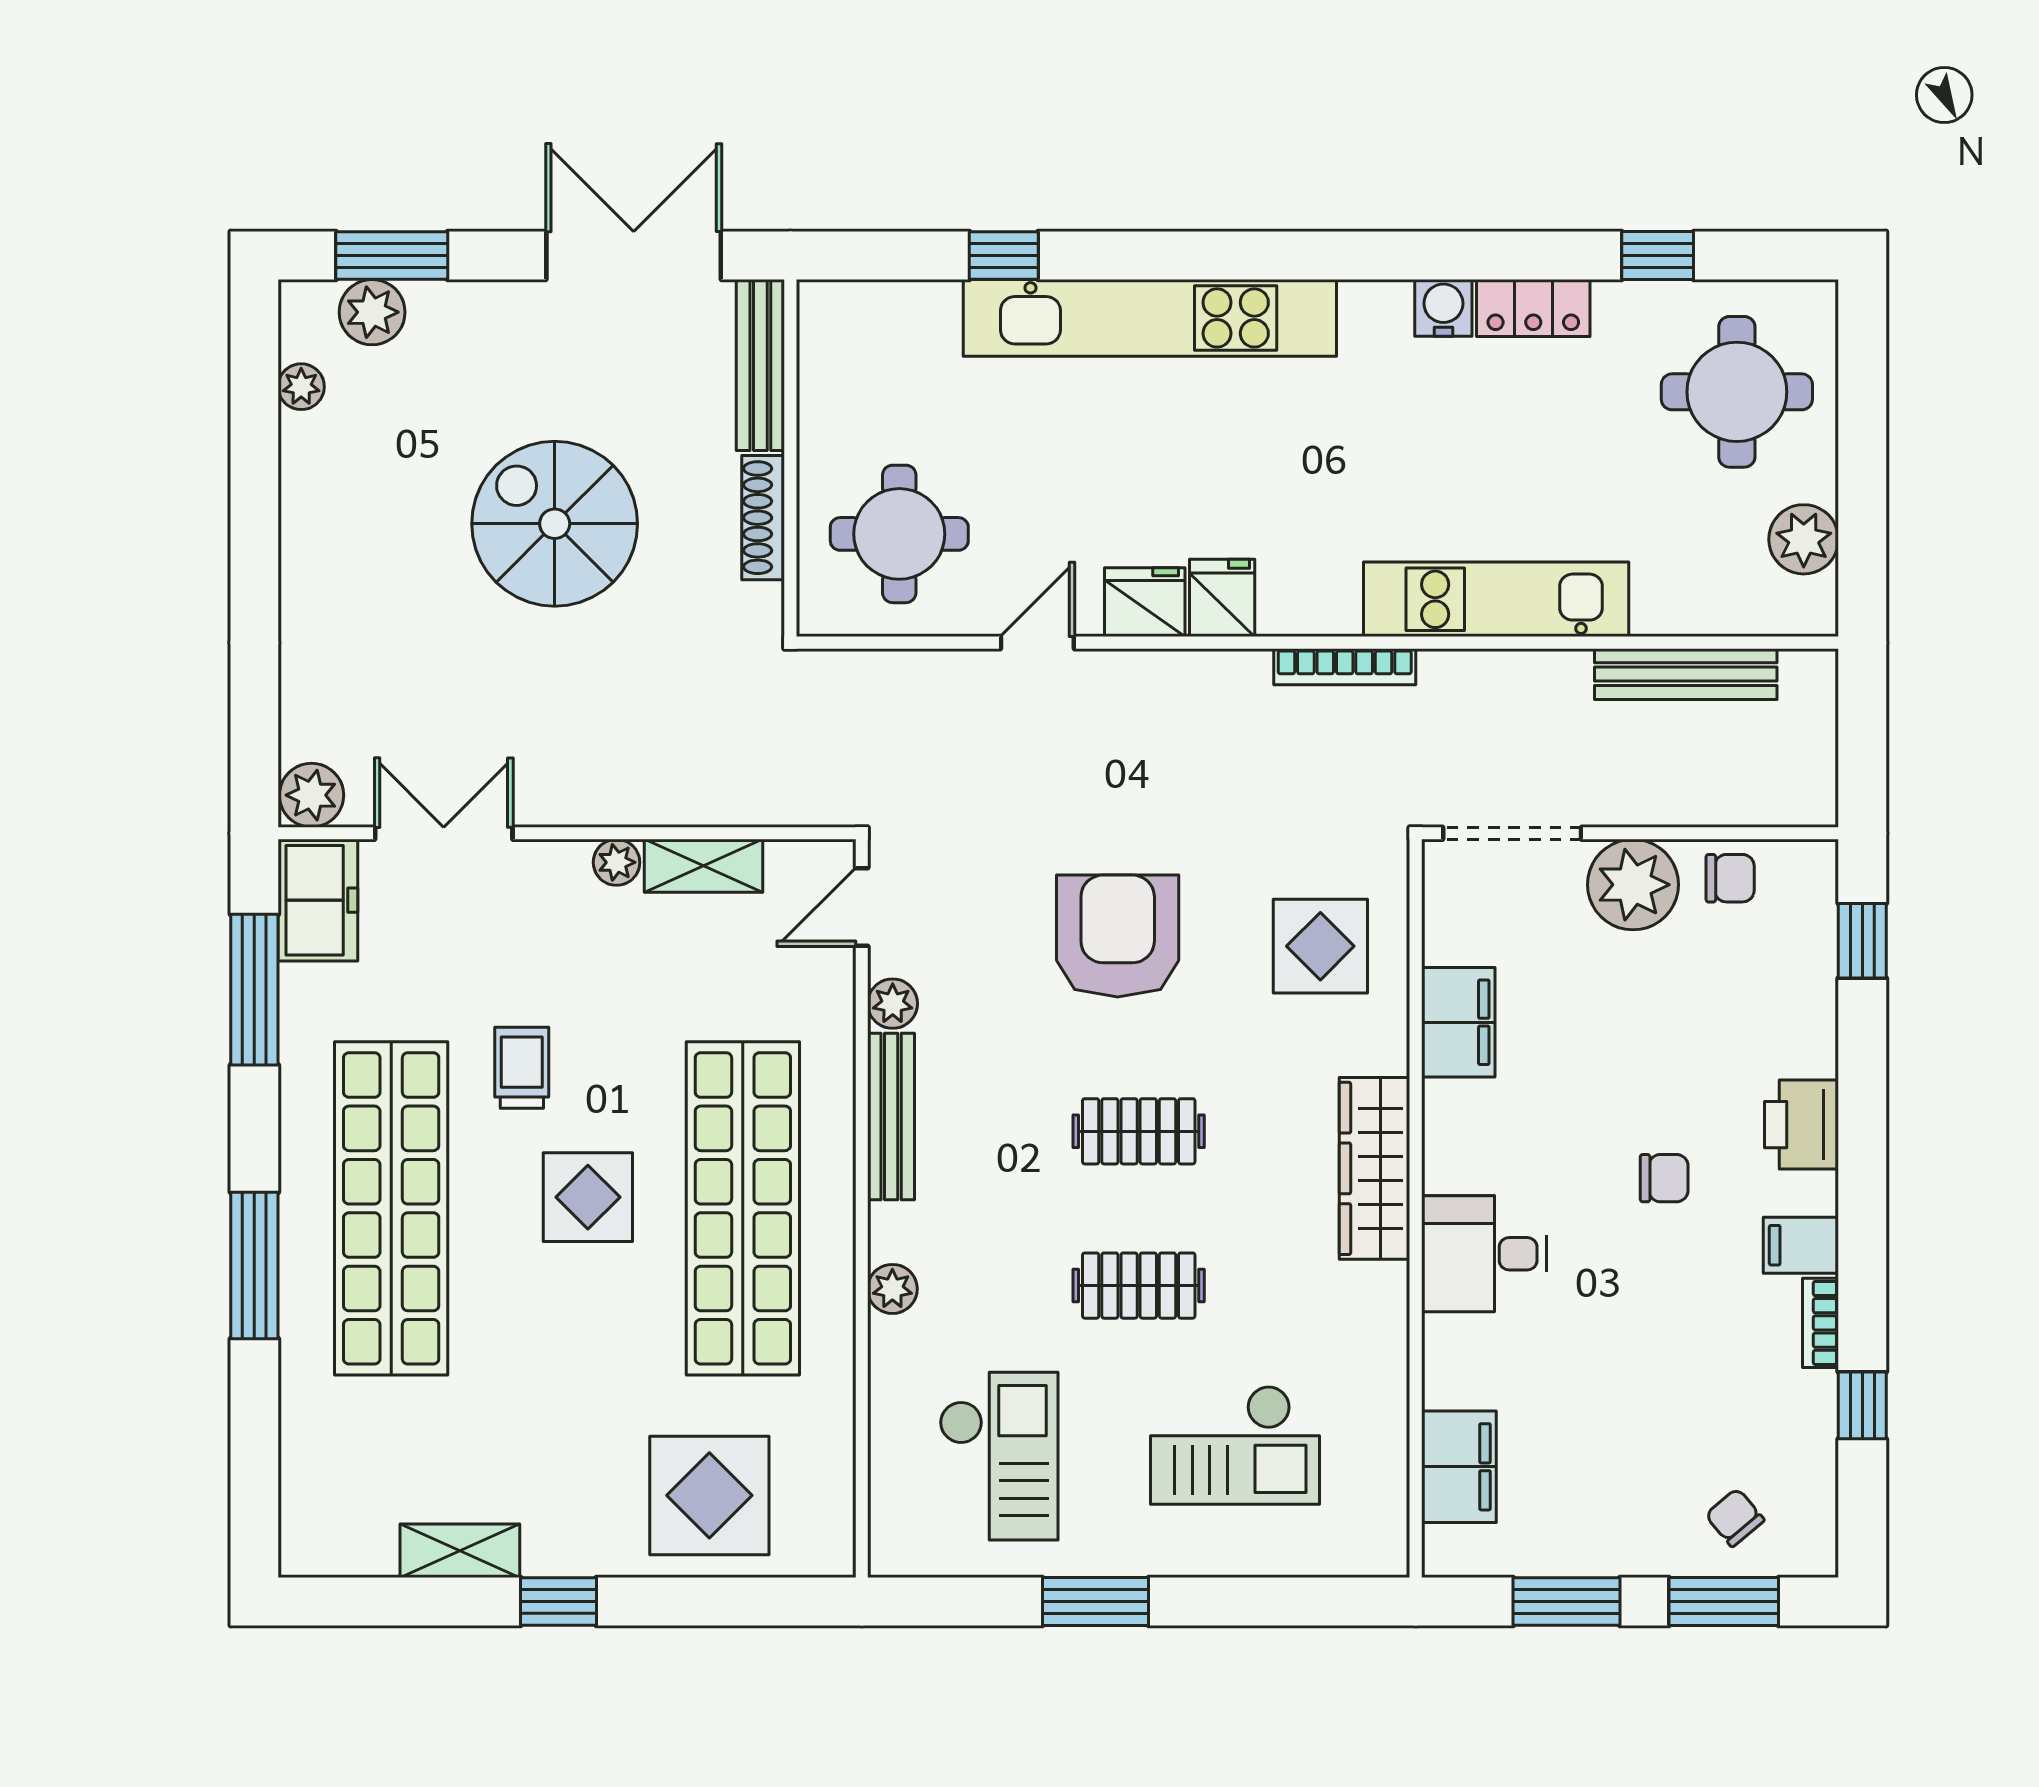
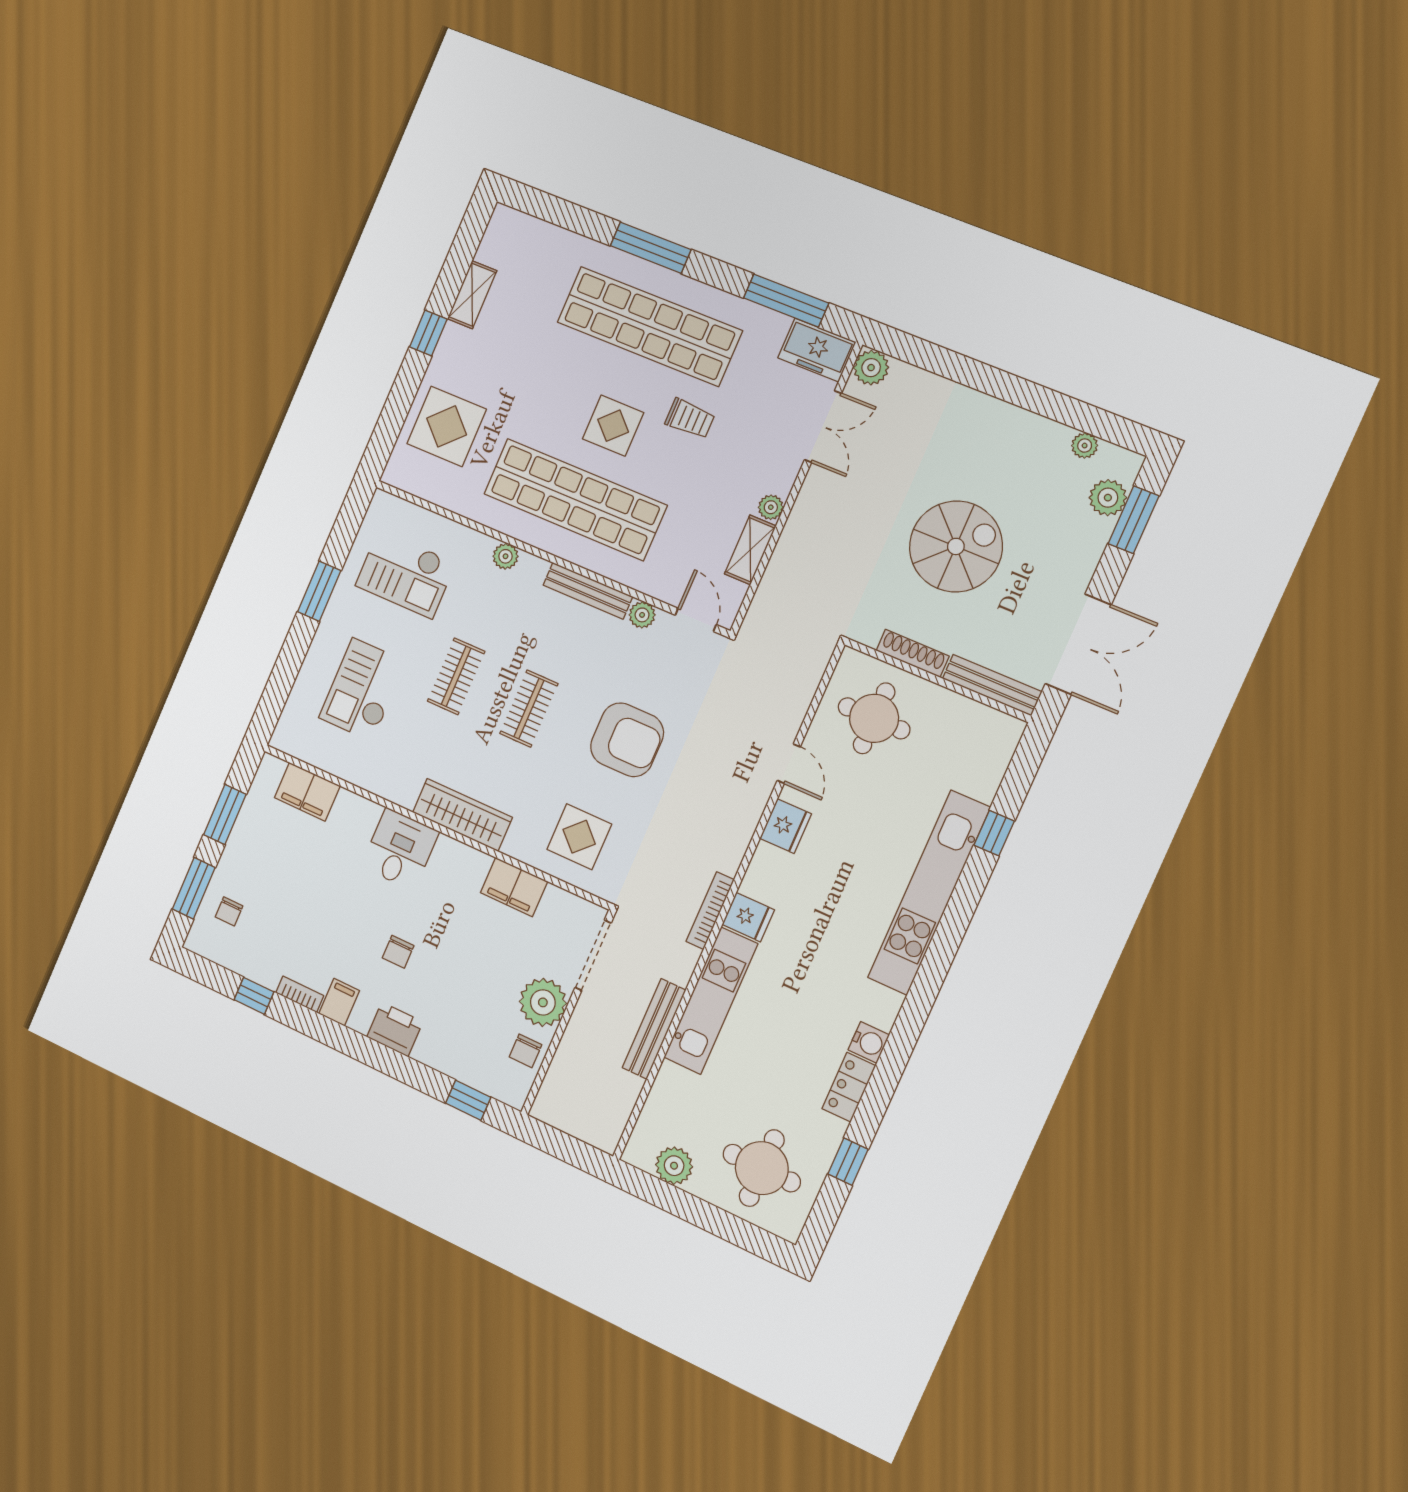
fridge: (1222, 598) -> (748, 917), moved
bench: (1686, 674) -> (654, 1029), moved
chair: (1735, 1517) -> (229, 911), turned 130

